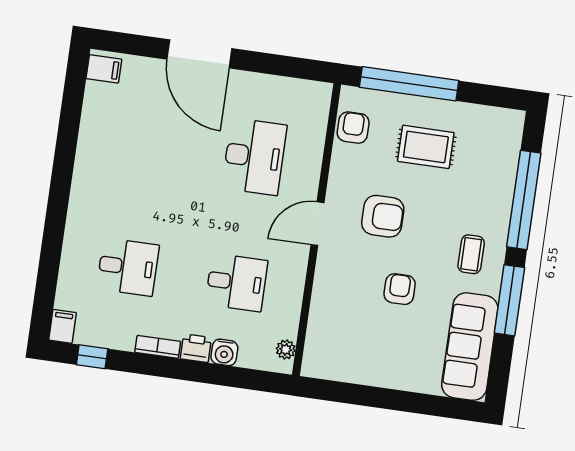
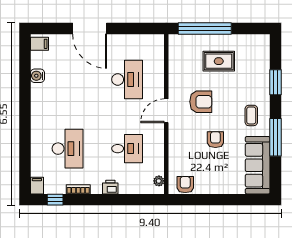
armchair: (353, 128) -> (185, 185), moved
window: (524, 200) -> (275, 82), width x0.47
desk: (128, 267) -> (68, 149), width x1.37
bookcase: (158, 347) -> (78, 189), moved
water cooler: (224, 352) -> (37, 76), moved, turned 90

